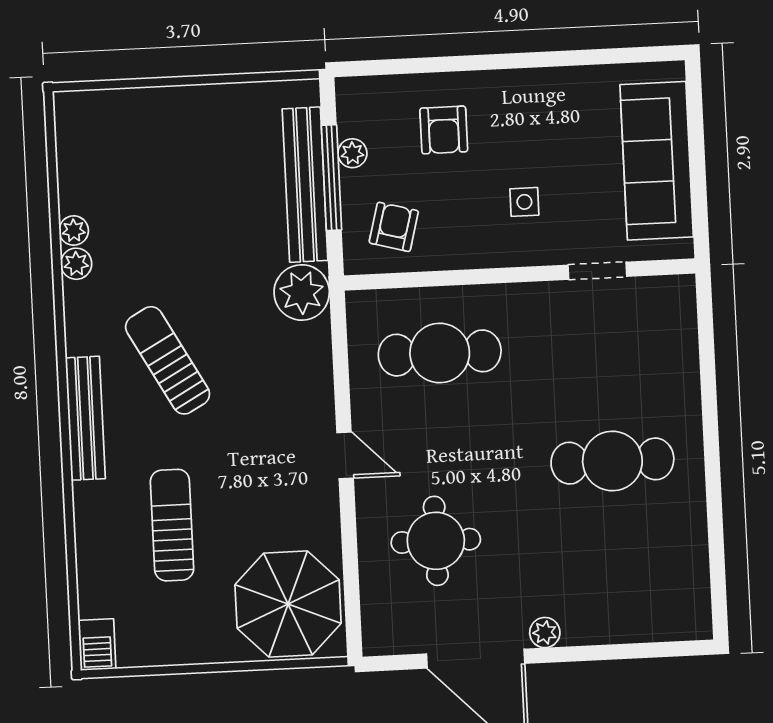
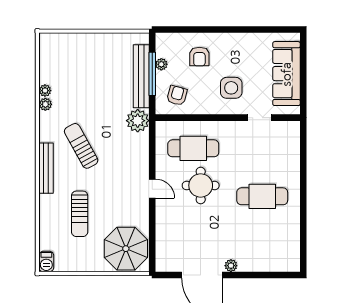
side table: (524, 202) -> (231, 88), width x1.87, depth x1.87
sun lounger: (172, 525) -> (80, 214), turned 180
round table: (436, 541) -> (201, 185), moved

